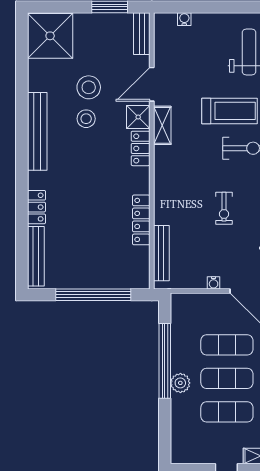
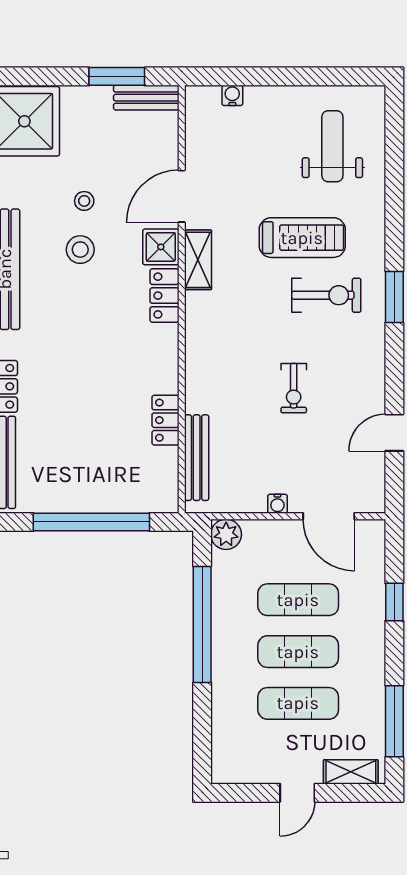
bench: (142, 34) -> (146, 98), moved, turned 90
stool: (89, 87) -> (84, 201), width x0.53, depth x0.53
locker: (141, 220) -> (165, 420), width x0.66
plant: (180, 383) -> (226, 534), moved

